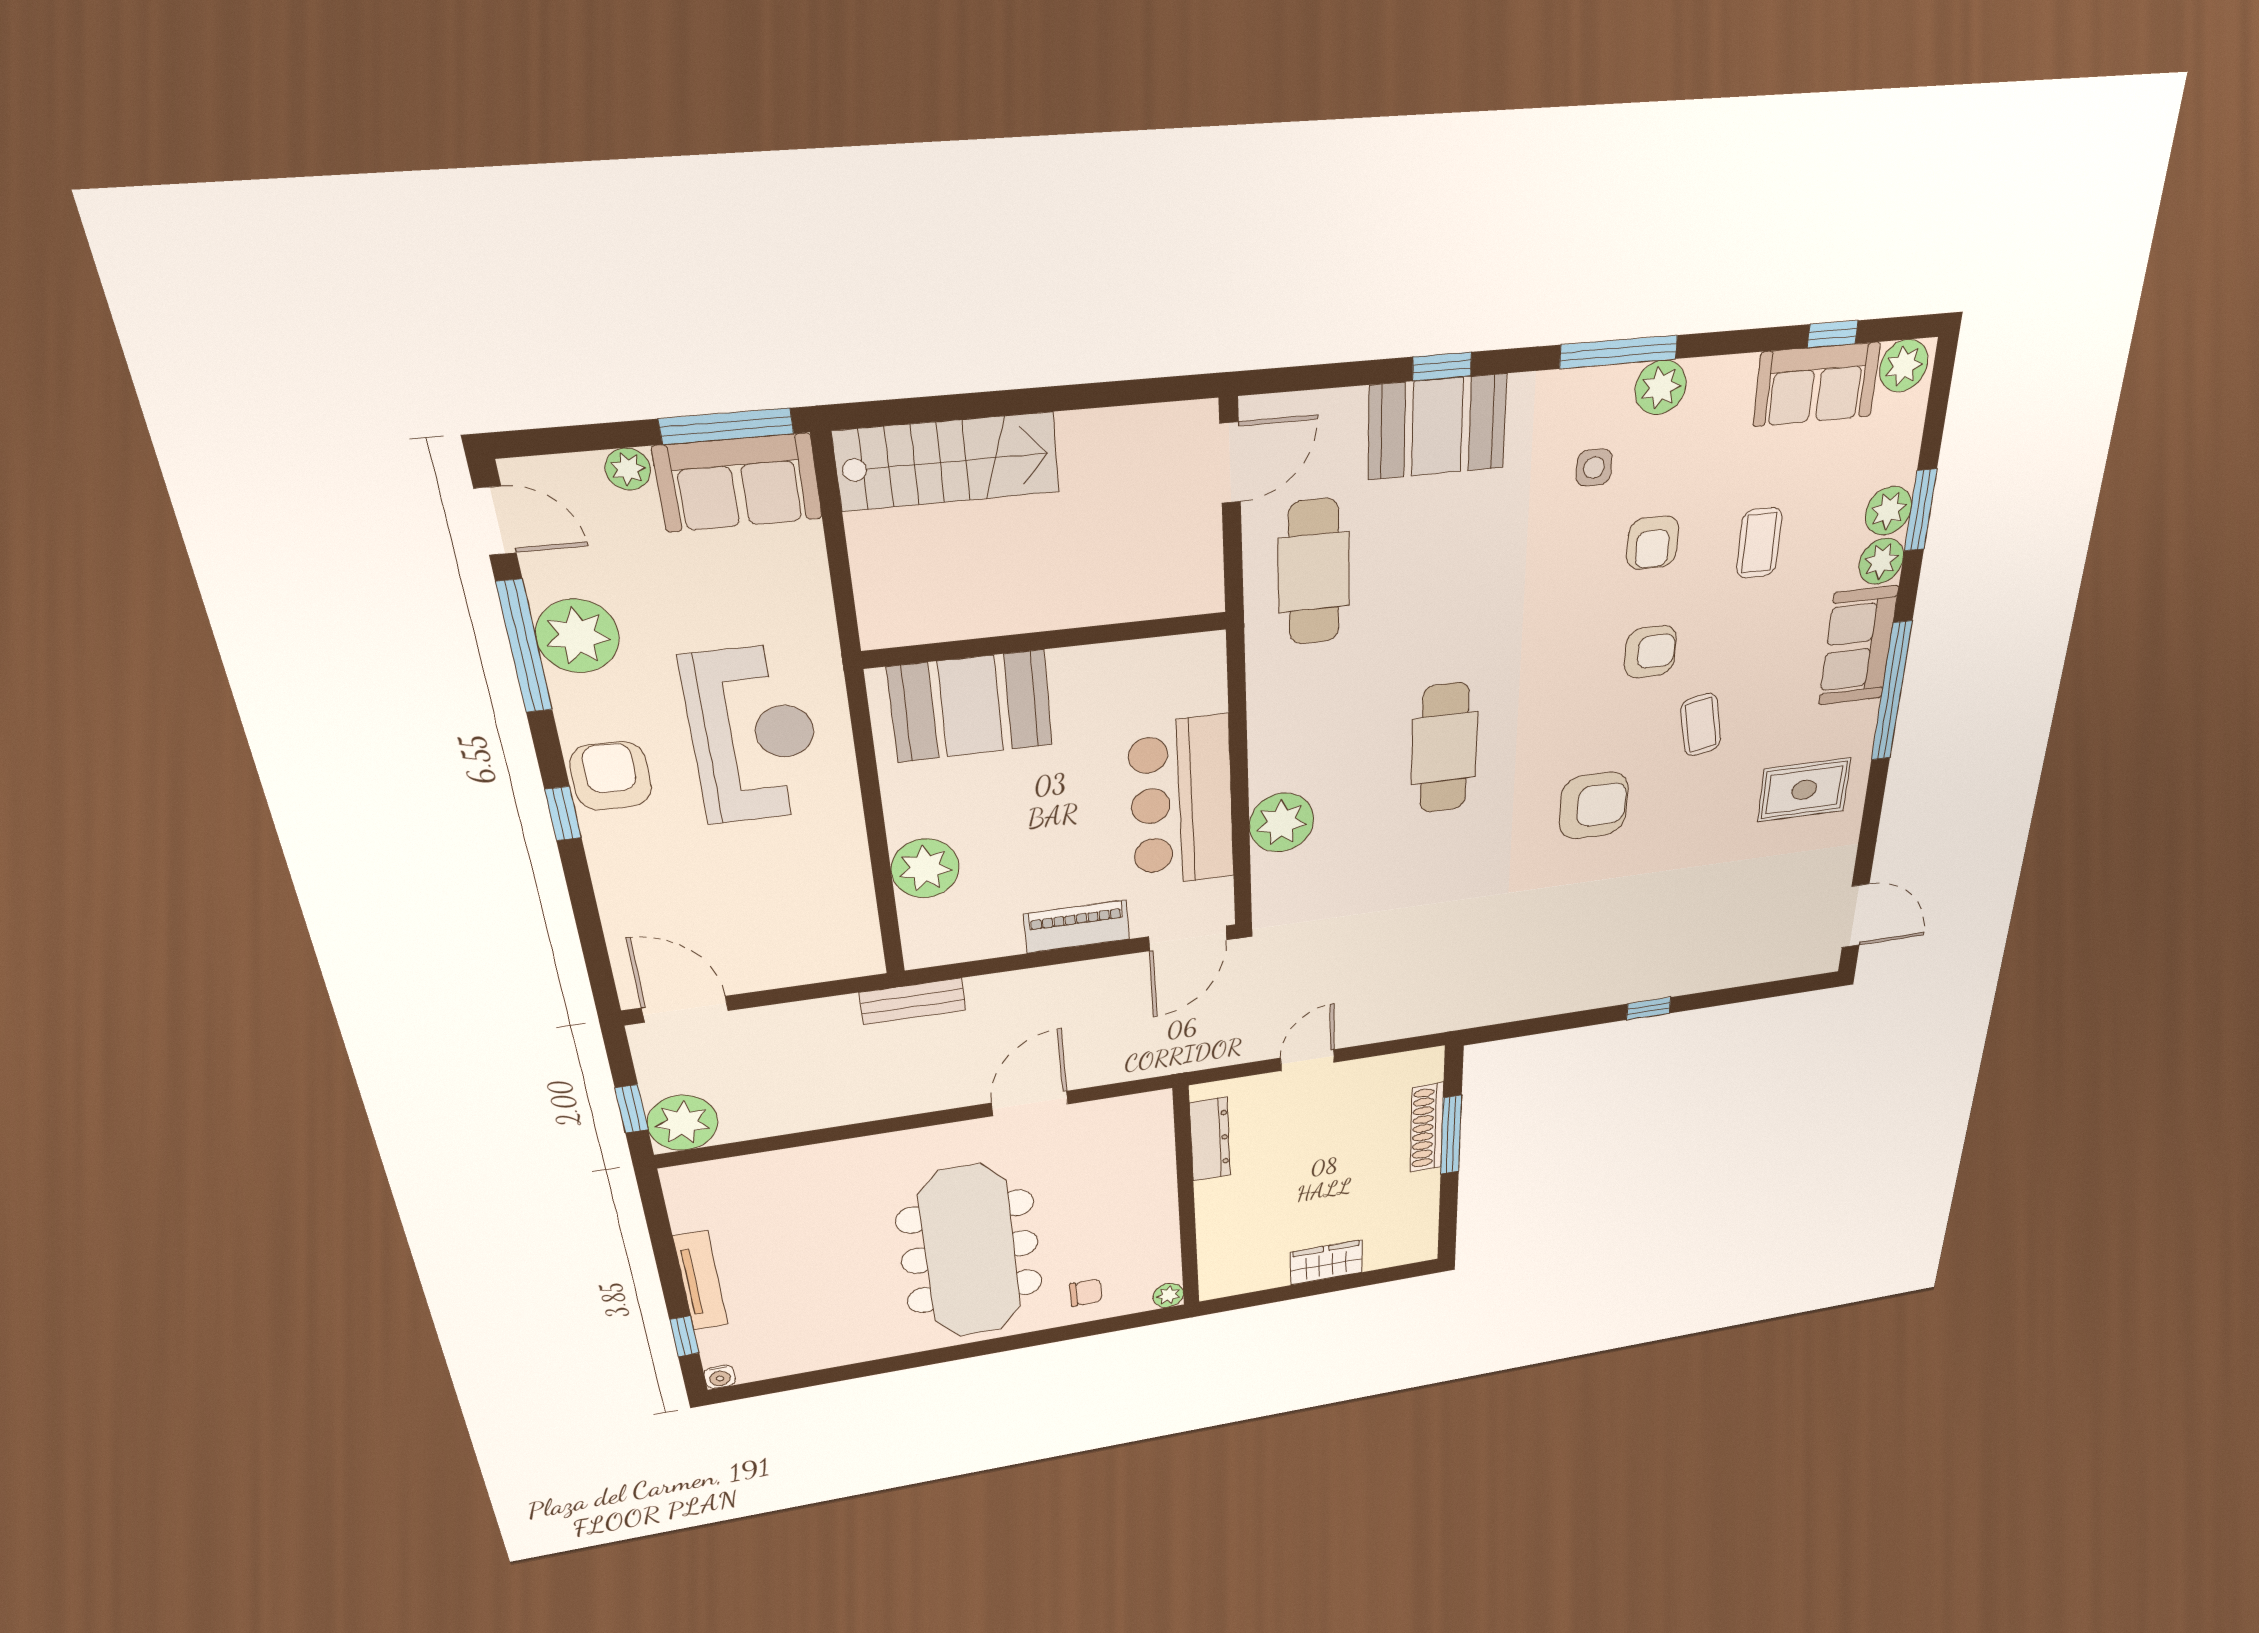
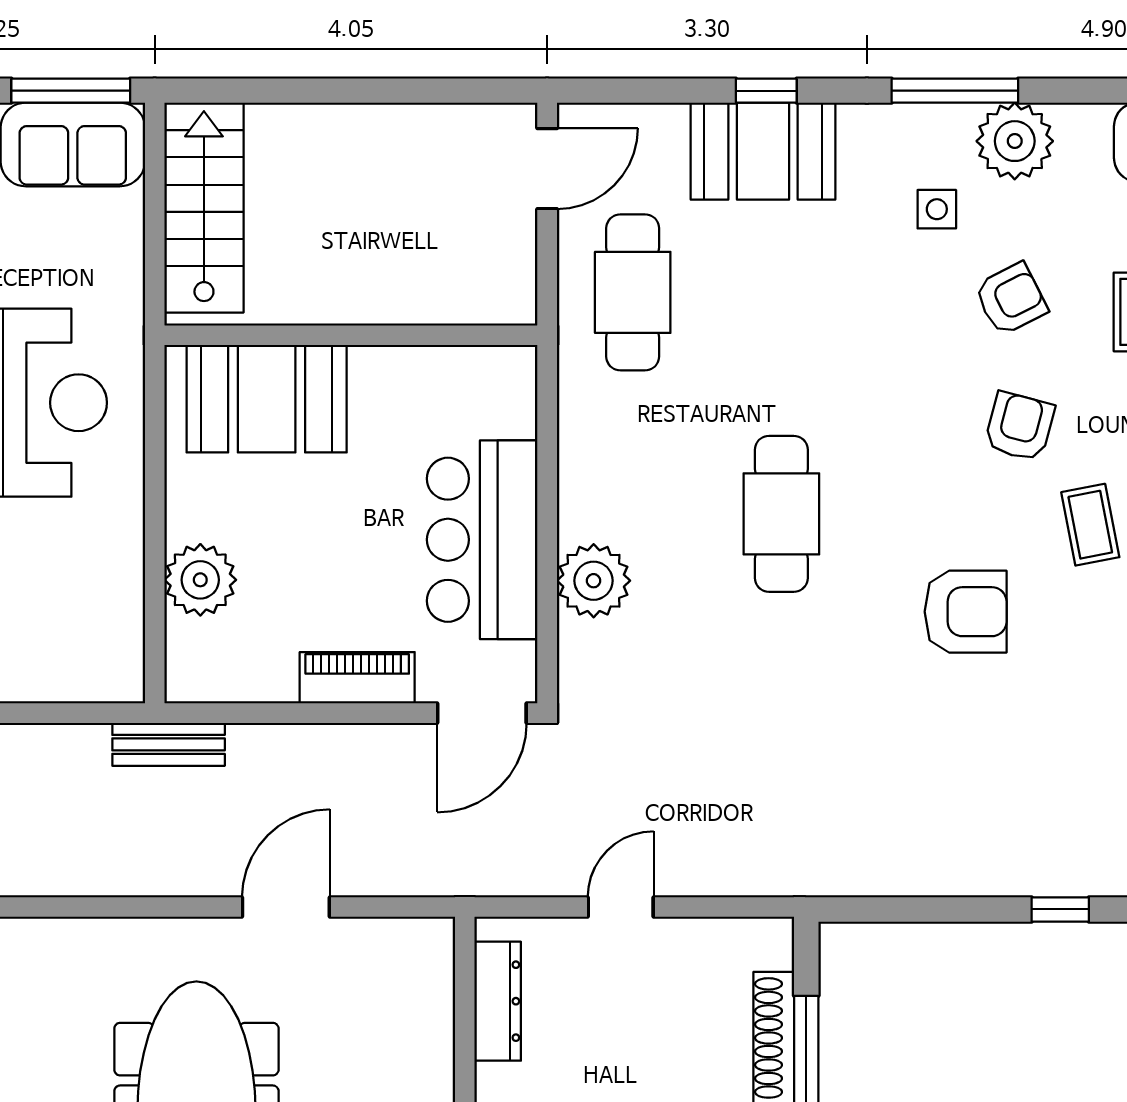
plant: (1661, 387) -> (1015, 141), width x1.36, depth x1.36
stairs: (947, 462) -> (204, 208), moved, turned -90
armchair: (1653, 543) -> (1011, 299), turned -117
armchair: (1650, 652) -> (1019, 426), turned -75

